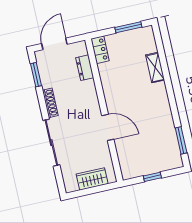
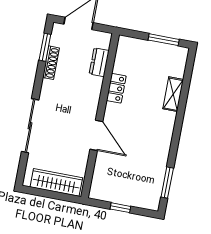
locker: (100, 50) -> (116, 88), moved
shoe rack: (50, 103) -> (51, 63), moved
wardrobe: (92, 179) -> (56, 182), width x1.50

